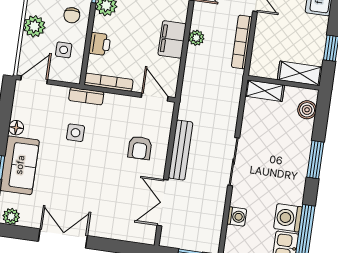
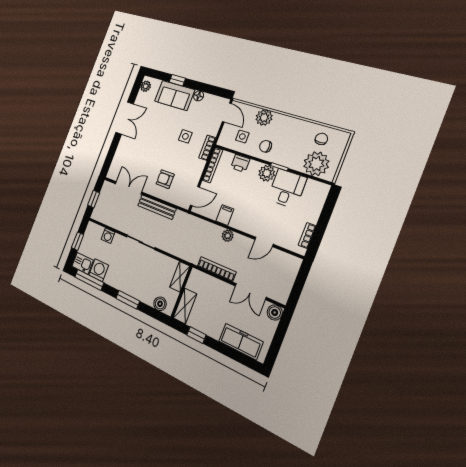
filing cabinet: (172, 39) -> (225, 215), width x0.50

